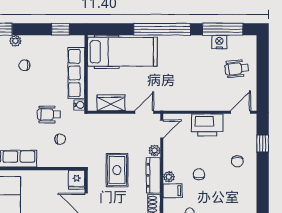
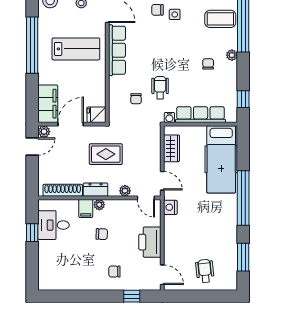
window: (223, 29) -> (243, 257), width x0.69
nightstand: (219, 42) -> (170, 207), moved, turned 180
dresser: (153, 175) -> (96, 190), width x0.70

